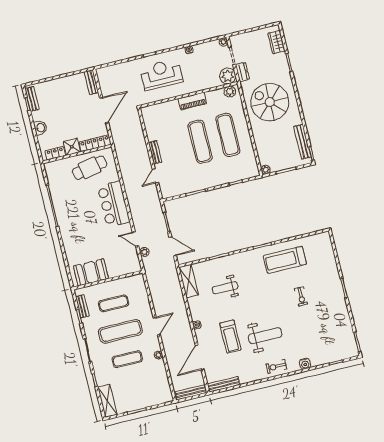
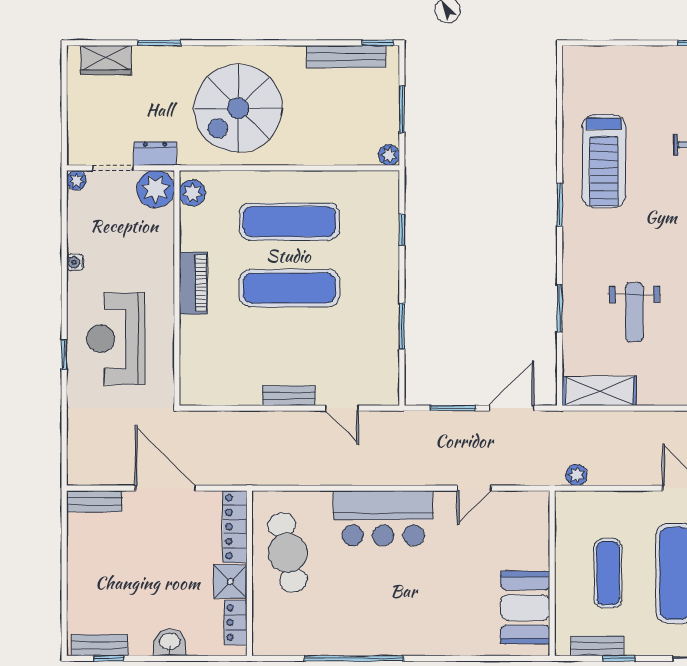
plant: (144, 252) -> (577, 475), moved

